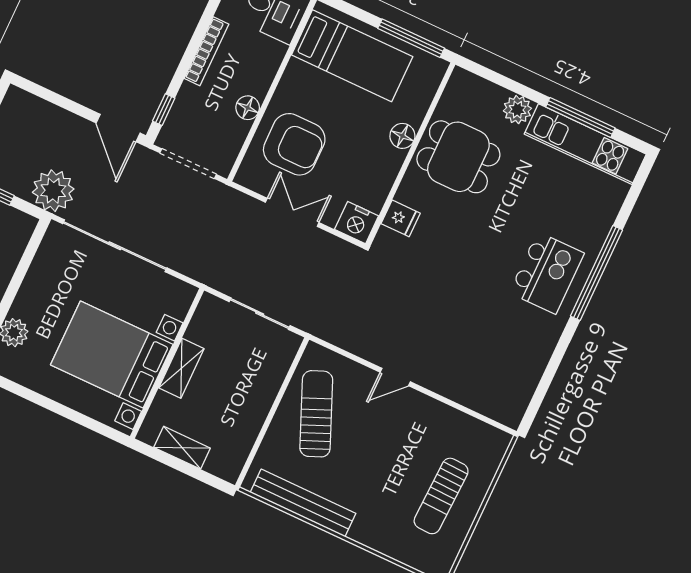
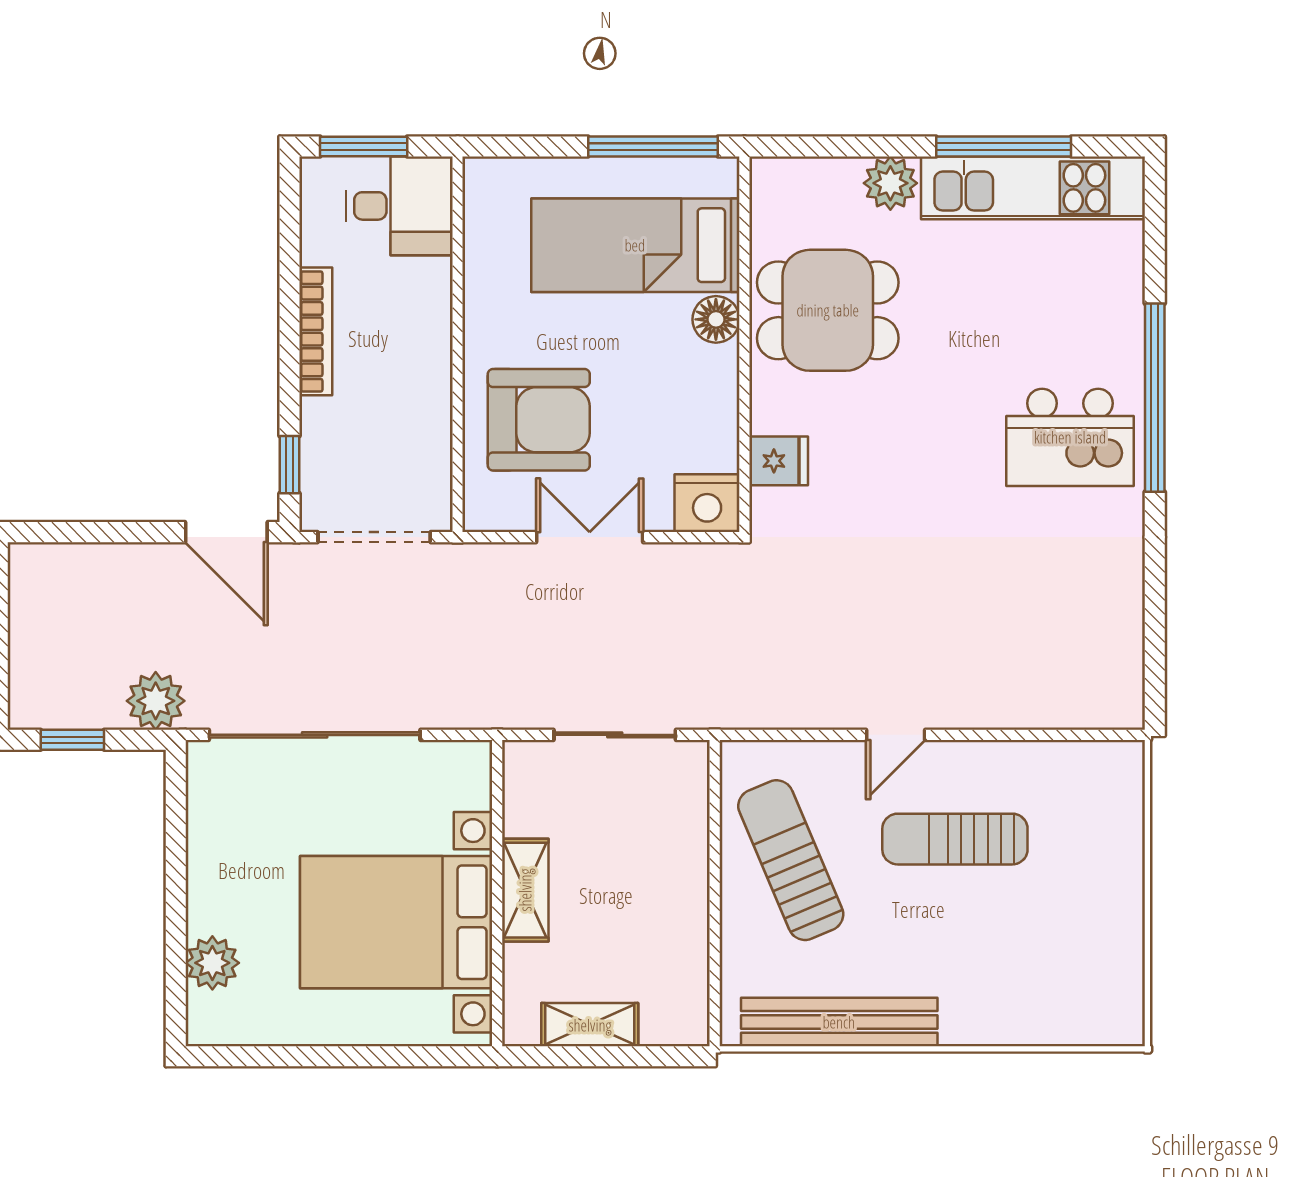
bed: (352, 56) -> (635, 245), moved, turned 180
floor lamp: (248, 108) -> (430, 395), removed
plant: (53, 191) -> (156, 701), width x0.73, depth x0.73
kitchen island: (547, 273) -> (1070, 437), turned 90
sun lounger: (441, 496) -> (955, 839), moved, turned 88

